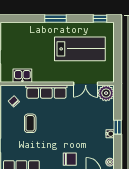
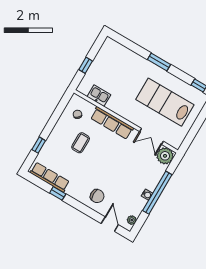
lab bench: (80, 49) -> (165, 102), turned 180
window: (118, 127) -> (157, 193), width x3.17

